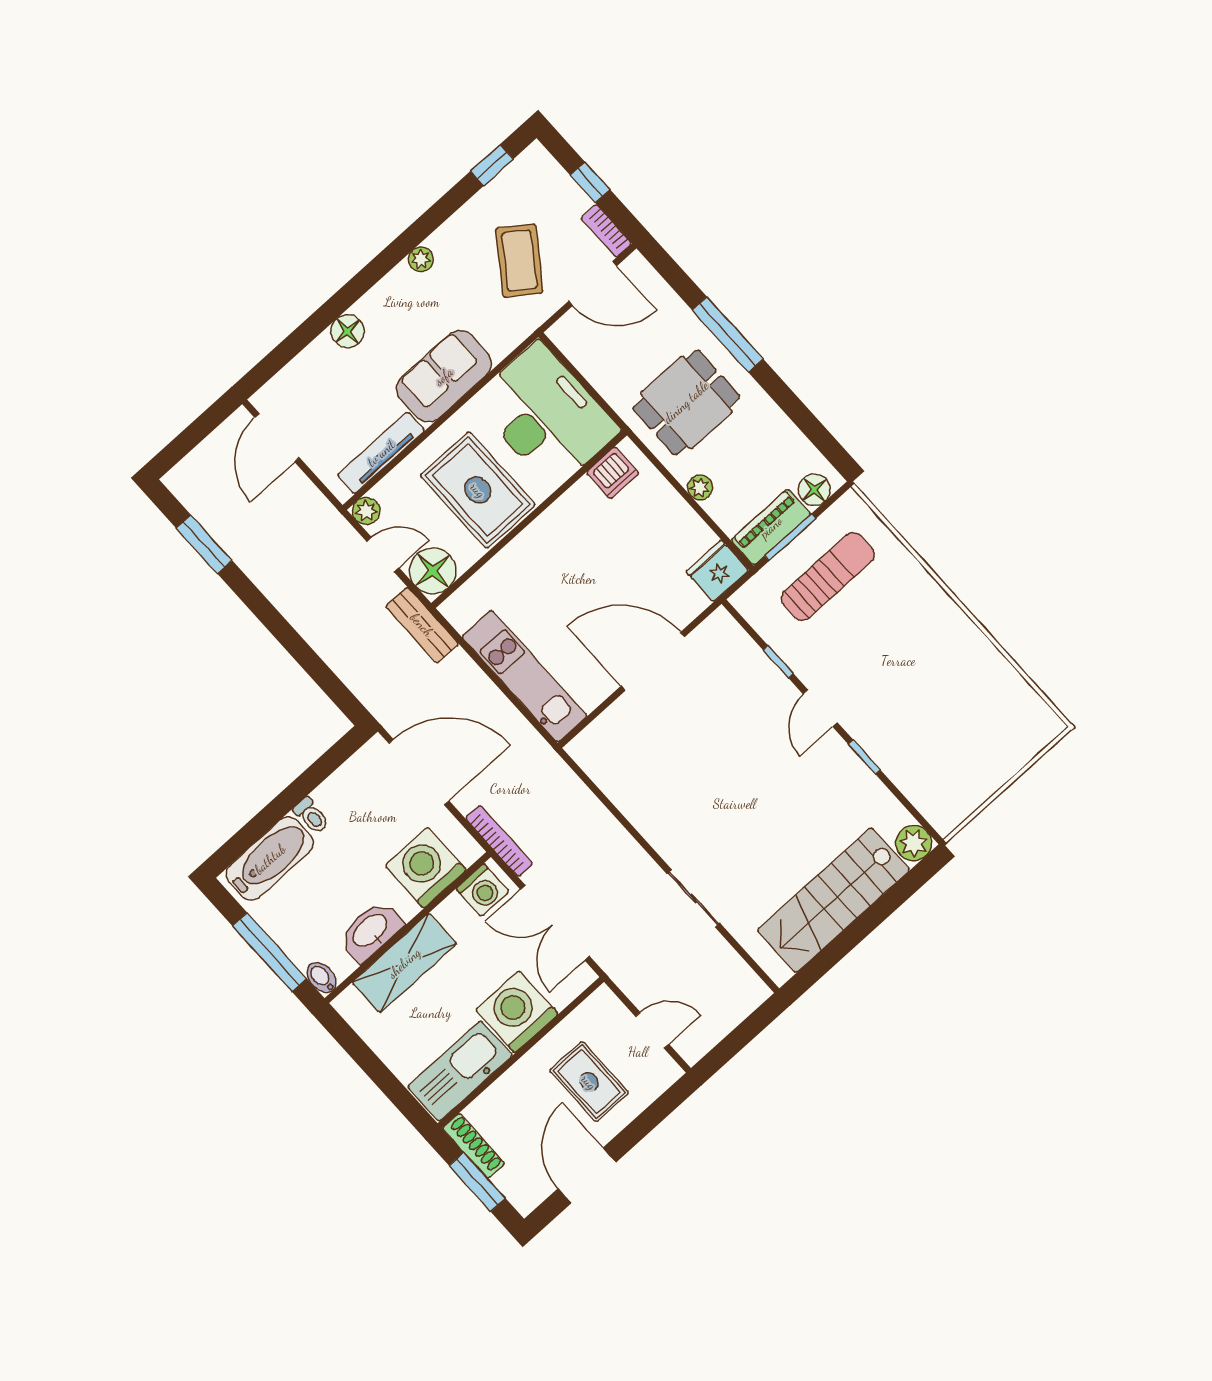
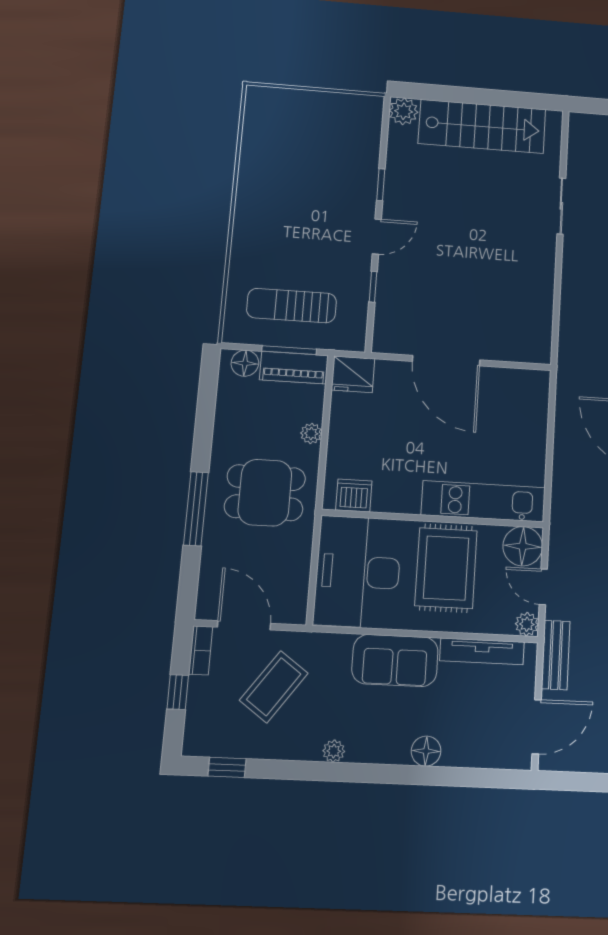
bench: (422, 625) -> (556, 655), moved
kitchen unit: (524, 676) -> (483, 501), moved, turned 90

